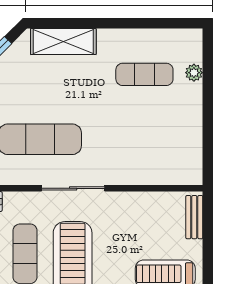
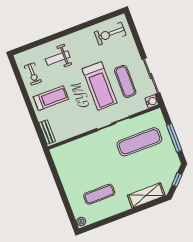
plant: (194, 73) -> (81, 221), moved

